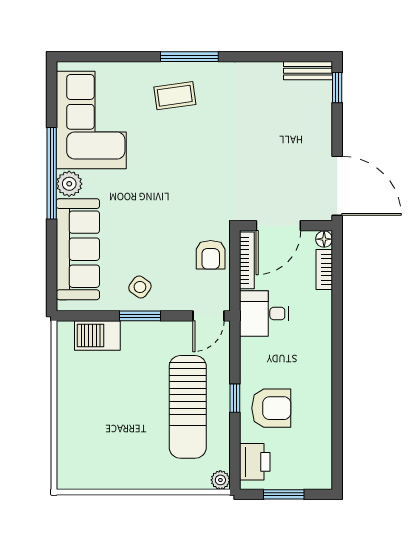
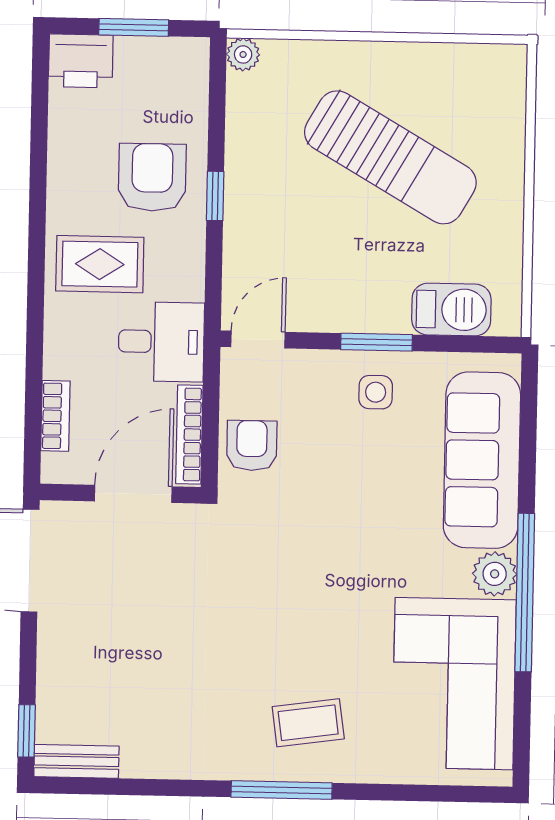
floor lamp: (324, 239) -> (55, 469), removed
side table: (140, 287) -> (376, 392), turned -35
rug: (300, 357) -> (100, 264), added
sun lounger: (188, 407) -> (390, 157), moved, turned 120
armchair: (271, 408) -> (152, 177), turned 90
printer: (255, 462) -> (81, 61), moved, turned -90

